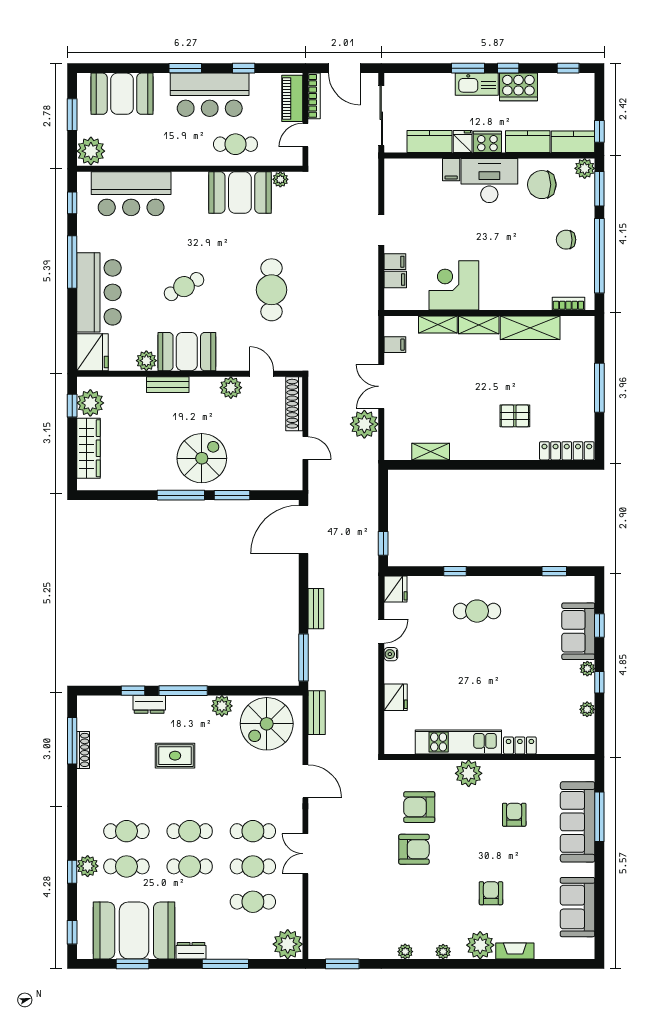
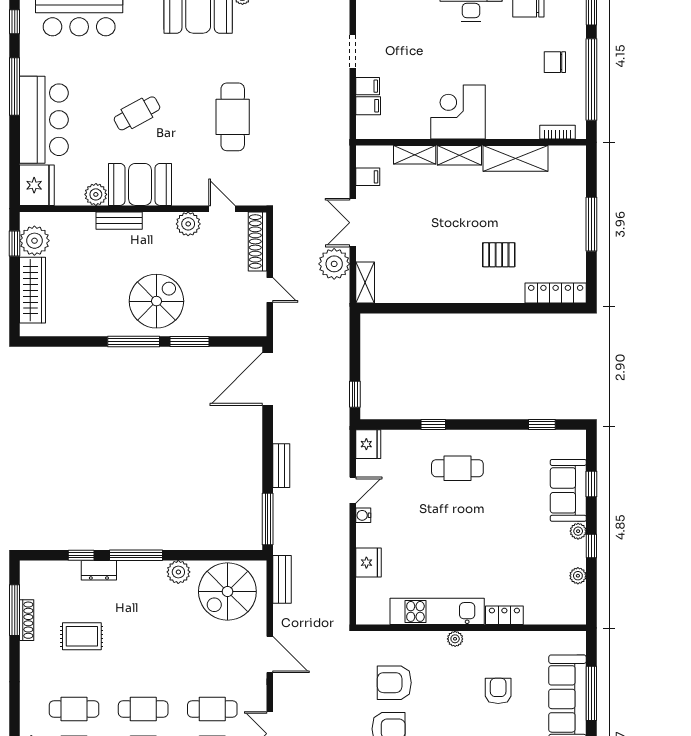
corner desk: (454, 285) -> (458, 112), moved
shelving: (431, 452) -> (365, 283), moved, turned 90
rug: (175, 756) -> (82, 636), moved
plant: (469, 773) -> (455, 639), width x0.53, depth x0.53

